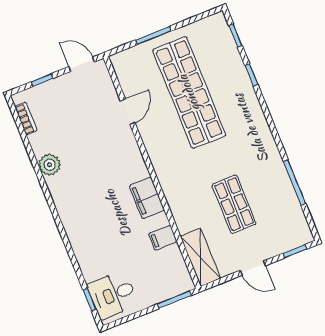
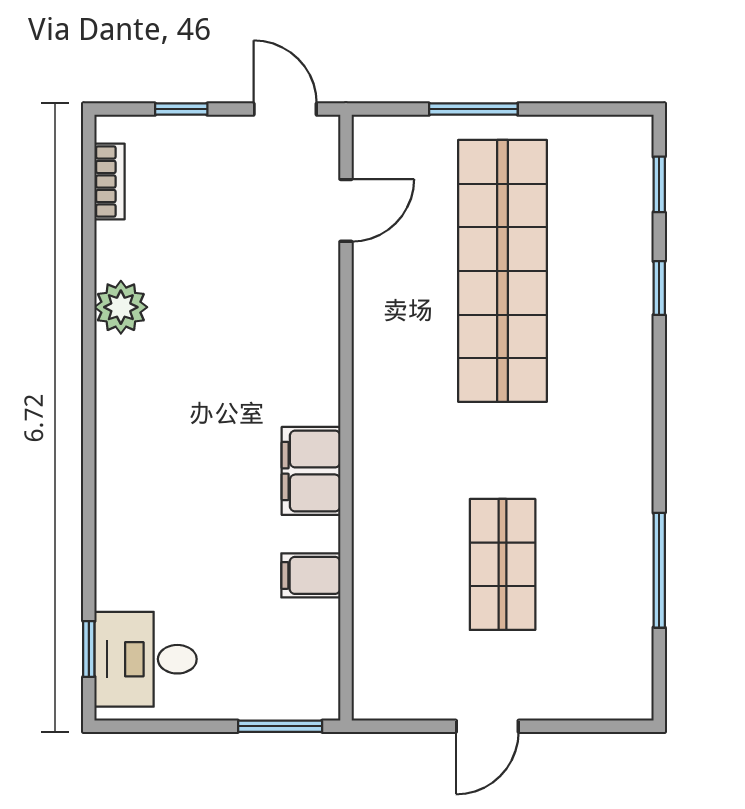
door: (128, 112) -> (346, 210), moved
window: (295, 251) -> (597, 726), removed
shelving: (200, 257) -> (378, 654), removed
door: (253, 268) -> (487, 726), hinge flipped

